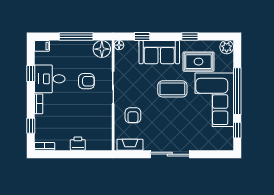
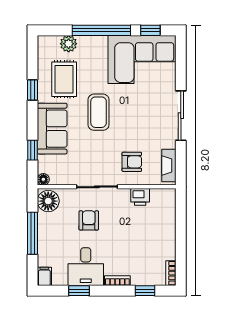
plant: (227, 47) -> (69, 44), moved
corner sofa: (214, 100) -> (142, 59), moved
printer: (78, 144) -> (140, 197), moved, turned -90

